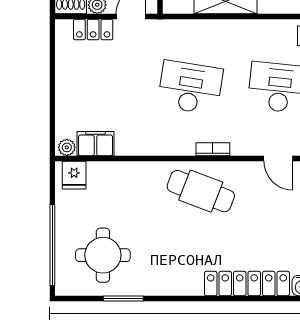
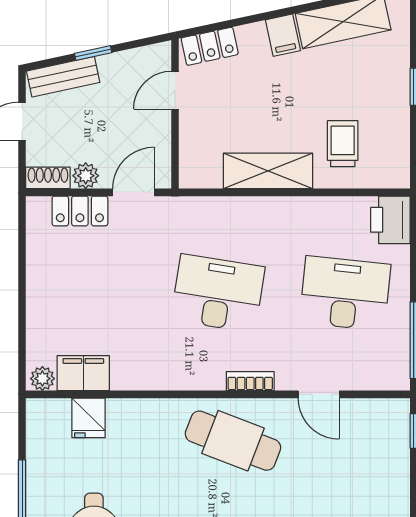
door: (278, 159) -> (319, 394), moved
fridge: (74, 175) -> (89, 418), moved

